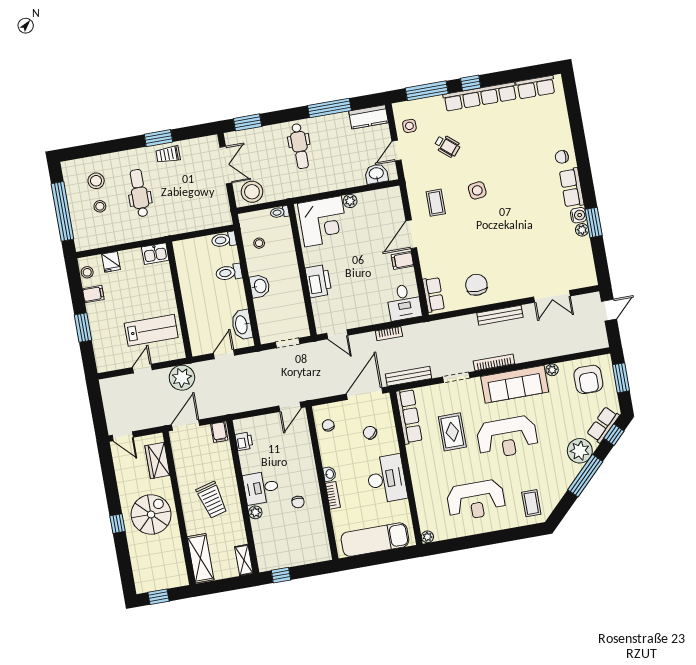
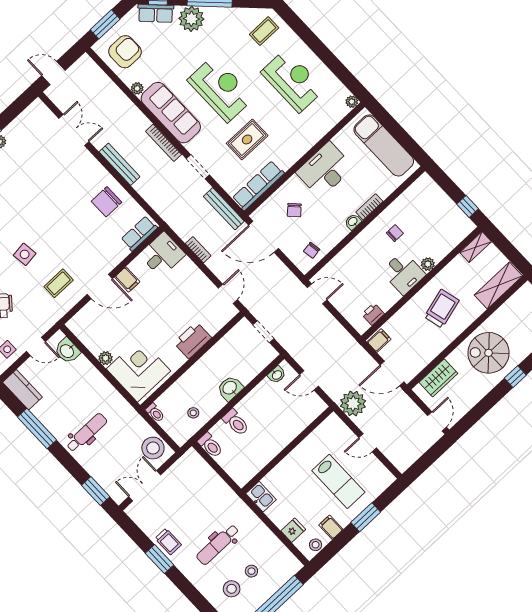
washbasin: (242, 325) -> (277, 375), width x0.52, depth x0.69
lab bench: (151, 330) -> (338, 481), moved, turned 180

